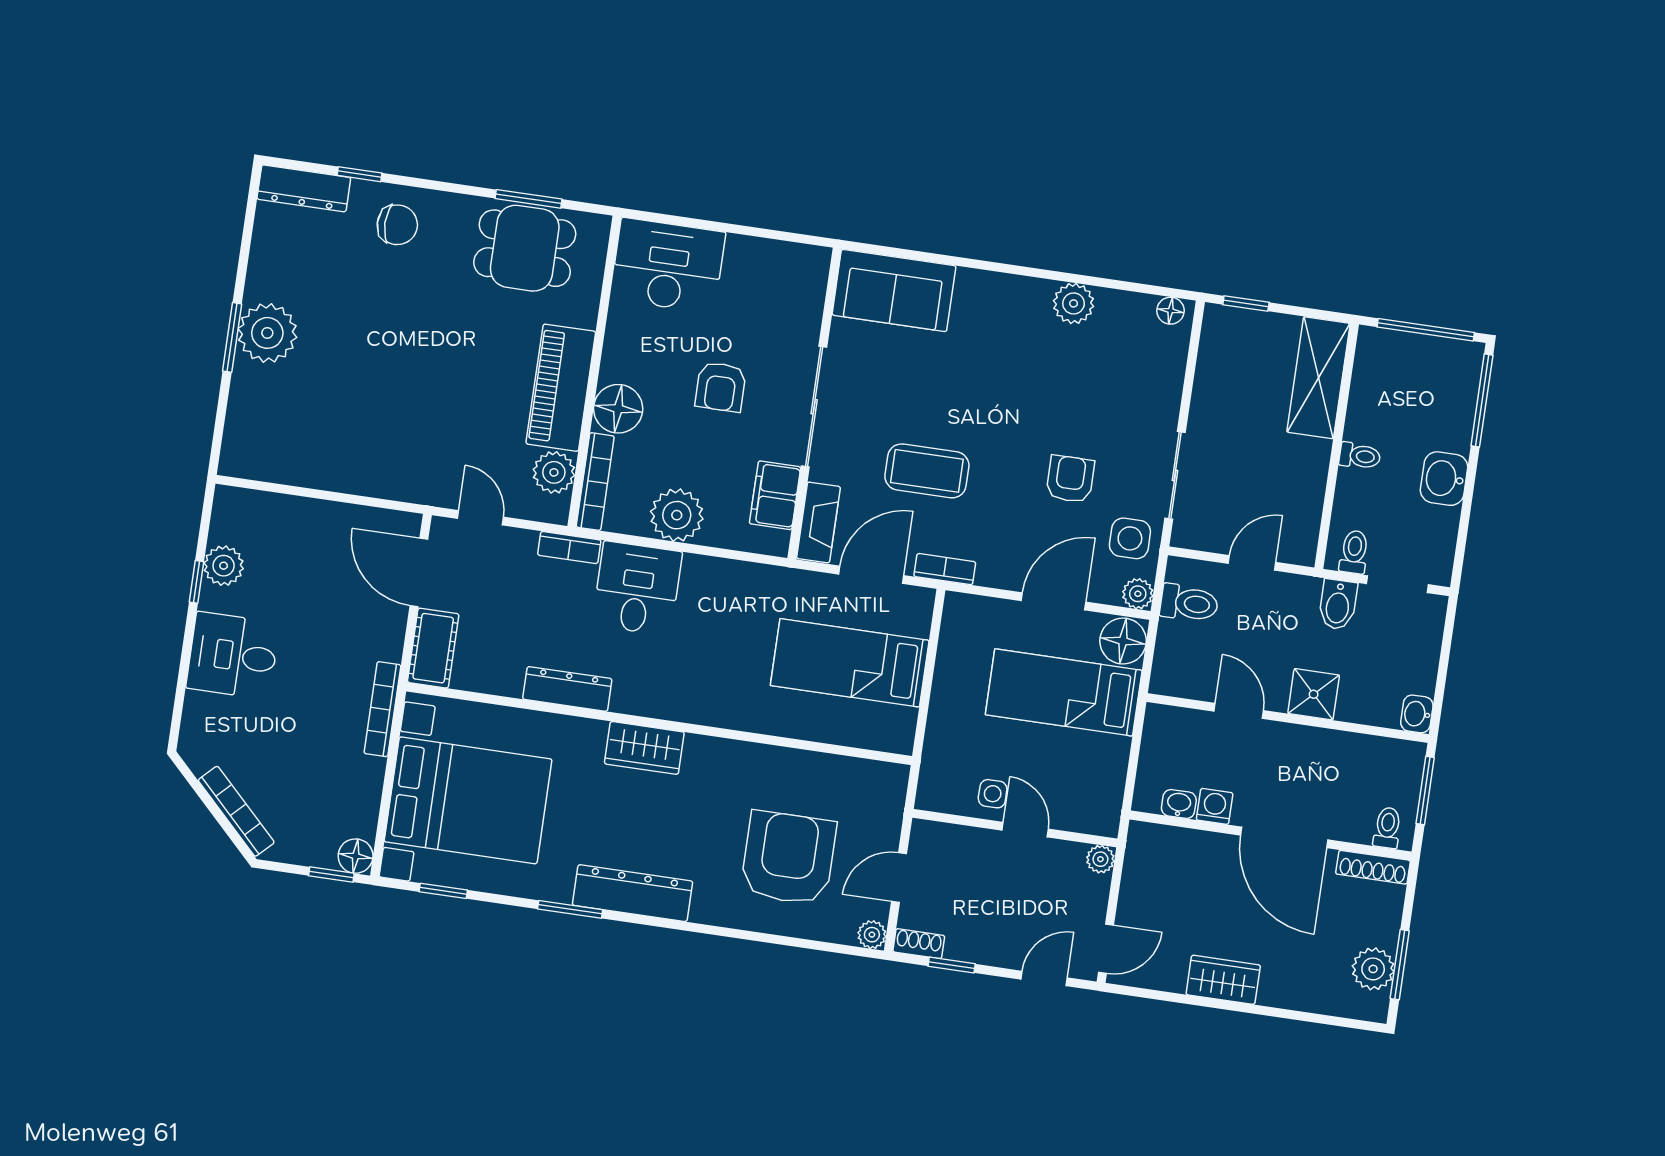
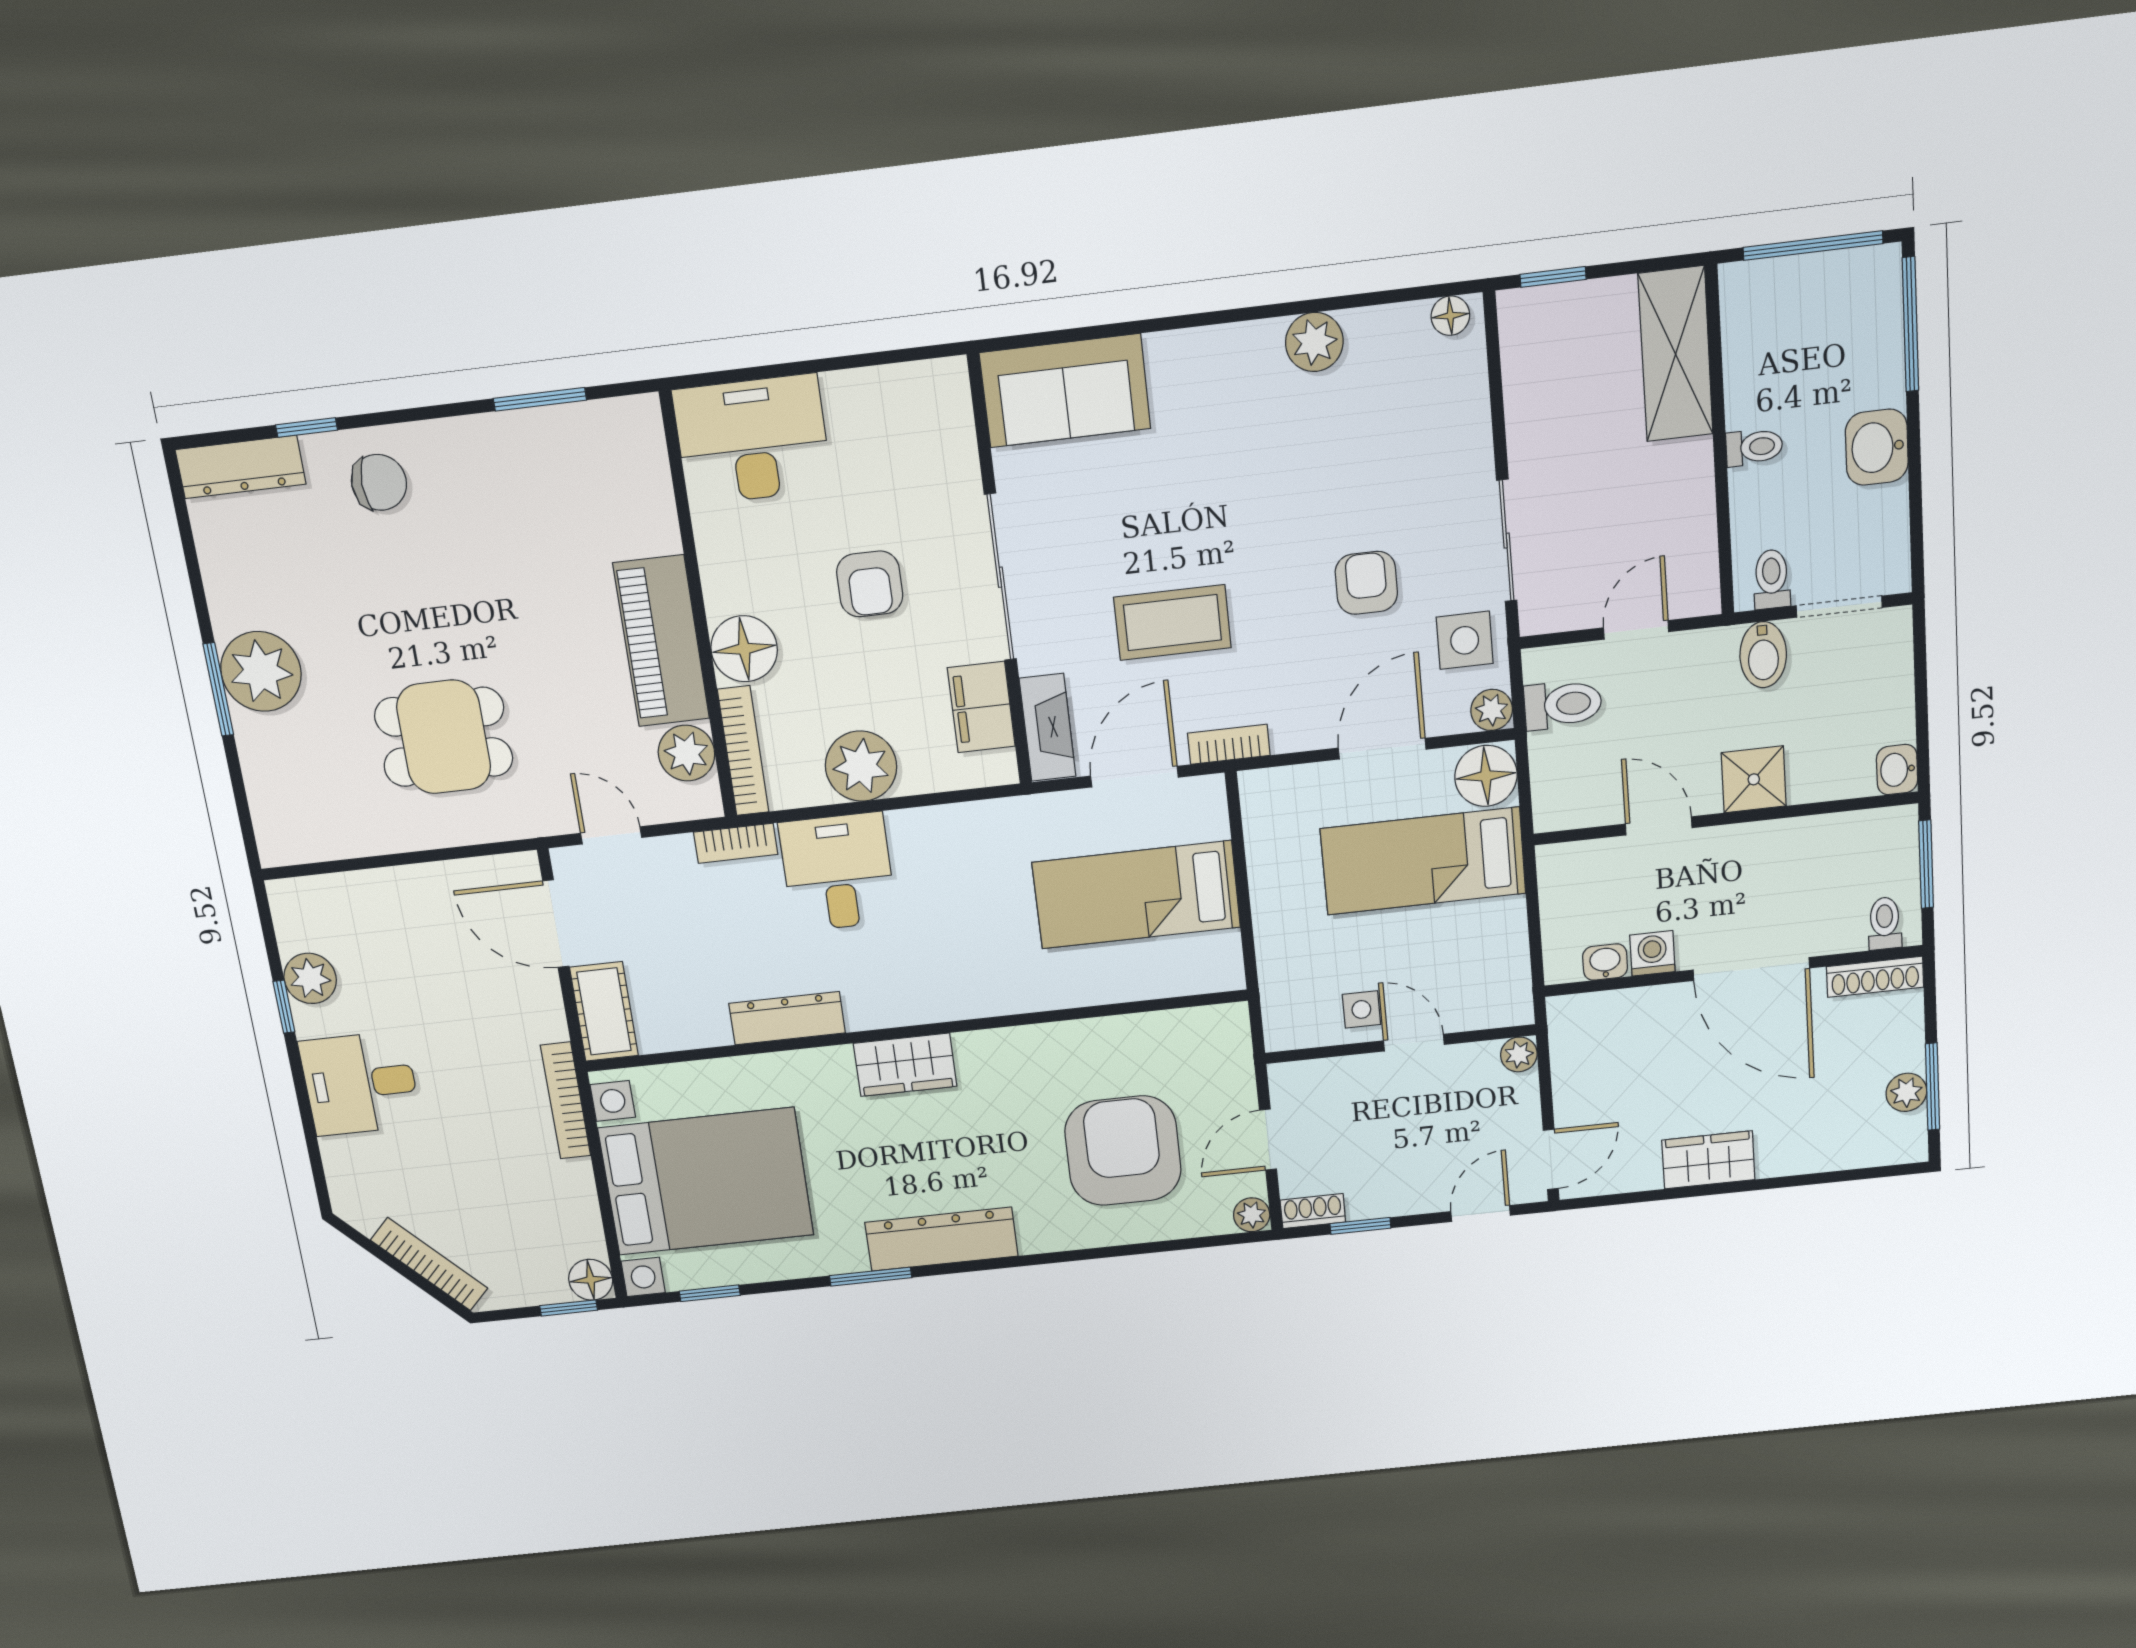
dining table: (525, 248) -> (444, 737), moved
plant: (1373, 969) -> (1906, 1092), width x0.73, depth x0.73

